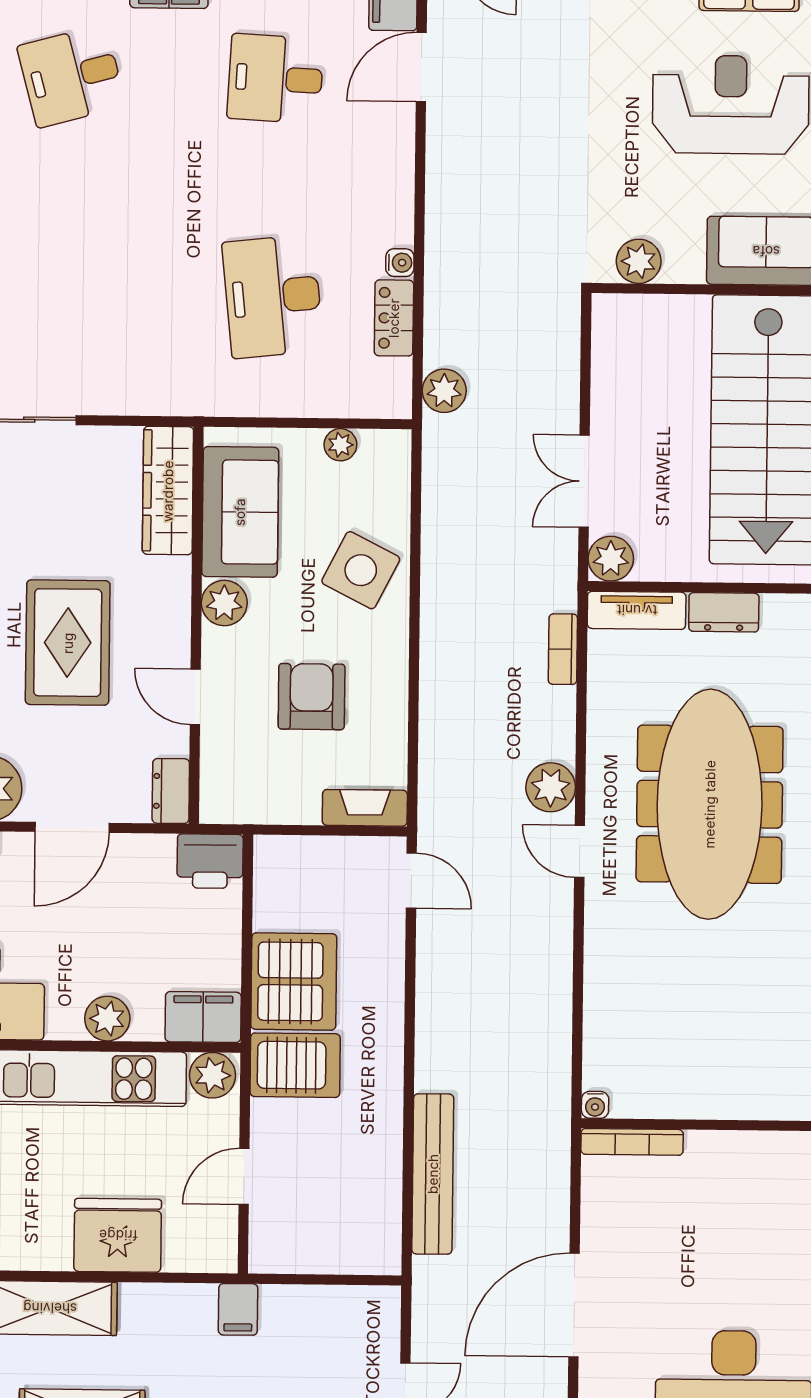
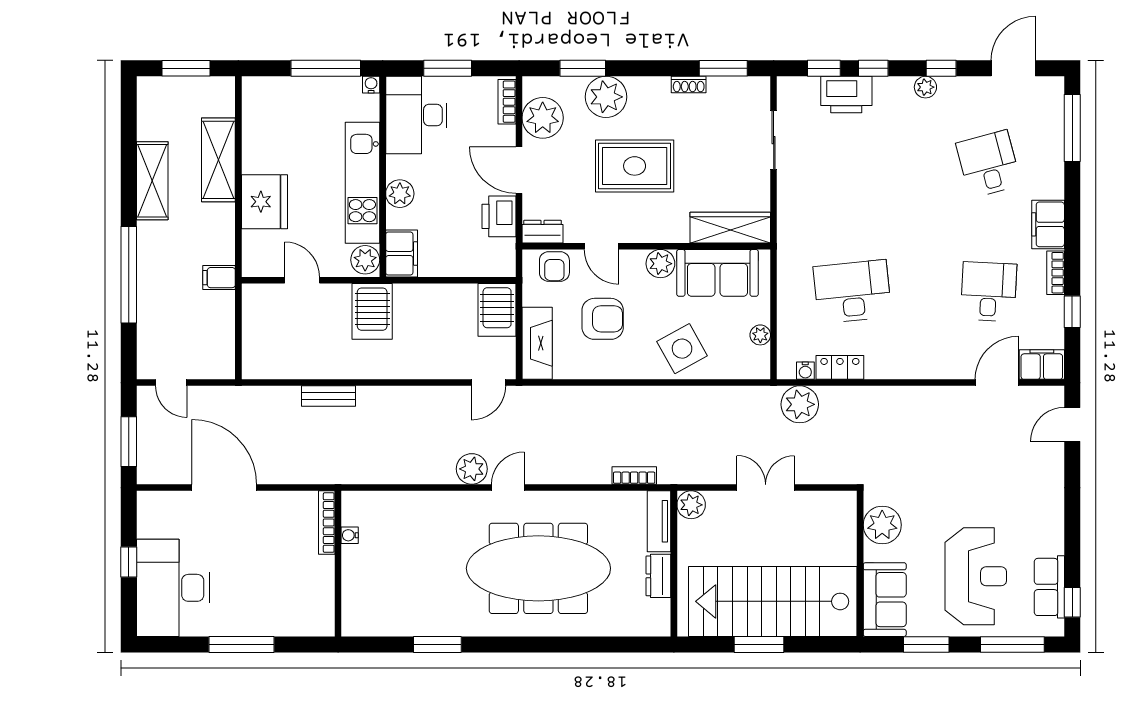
door: (421, 67) -> (997, 383), hinge flipped
plant: (639, 261) -> (882, 525), width x1.36, depth x1.36
water cooler: (400, 263) -> (805, 371), moved
plant: (444, 391) -> (800, 404), width x1.36, depth x1.36
double door: (584, 481) -> (766, 488), moved
side table: (361, 570) -> (682, 349), turned 34
door: (195, 697) -> (602, 246), swing flipped
armchair: (227, 773) -> (554, 266), added
plant: (551, 787) -> (472, 469), moved
fireplace: (365, 808) -> (537, 343), width x1.37, depth x1.32
printer: (210, 861) -> (499, 216), moved
server rack: (294, 981) -> (497, 310), moved, width x0.62
water cooler: (595, 1105) -> (350, 535), moved
bench: (433, 1174) -> (328, 396), width x0.54, depth x0.82

